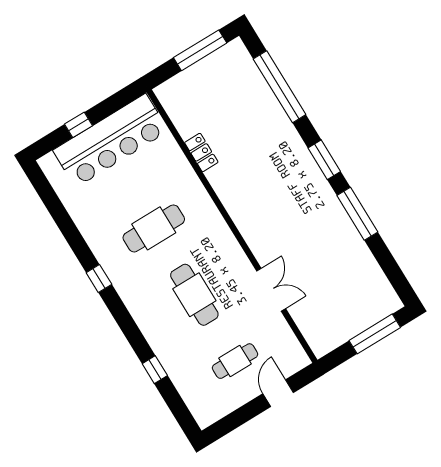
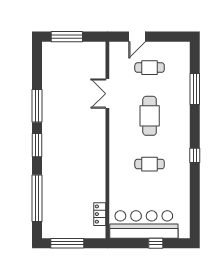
locker: (201, 152) -> (100, 214), moved
cafe table: (154, 228) -> (150, 164), width x0.73, depth x0.74
window: (155, 370) -> (195, 89), width x2.17

